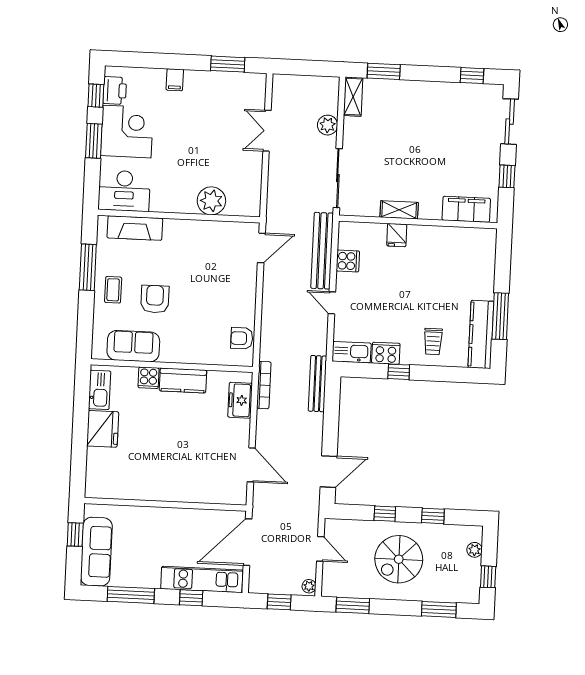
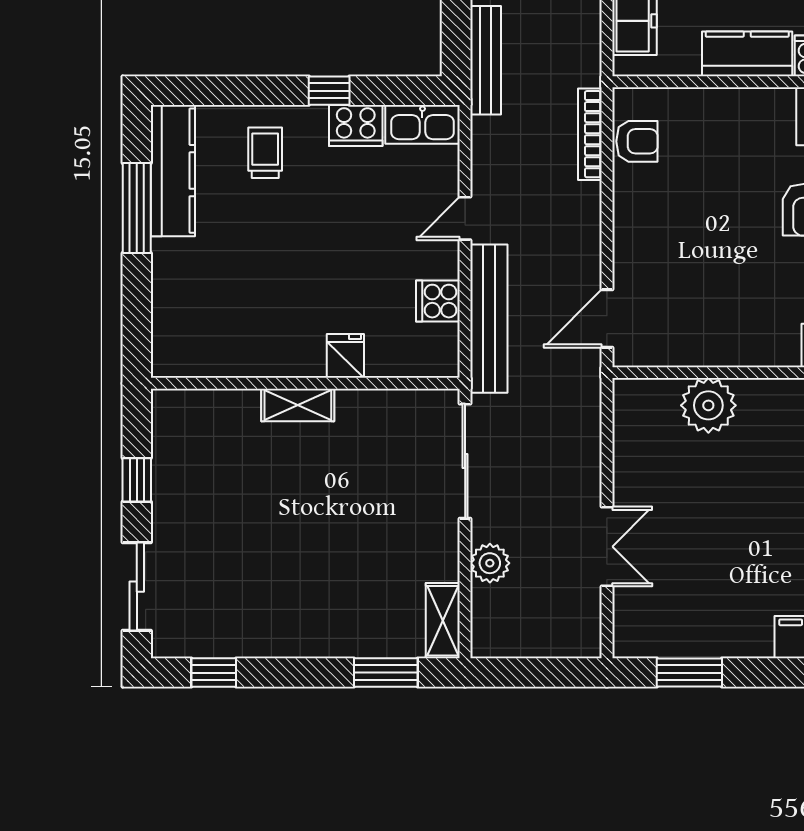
filing cabinet: (466, 209) -> (213, 412), removed
shelving: (399, 210) -> (298, 405), moved
door: (332, 303) -> (465, 218), swing flipped
bookcase: (264, 385) -> (590, 134), moved

